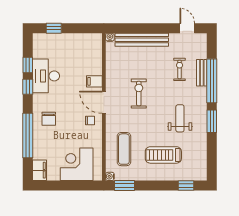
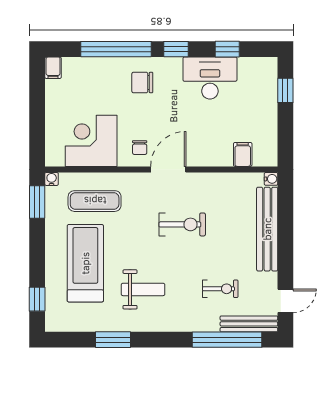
bench: (202, 73) -> (249, 324), moved, width x1.36
filing cabinet: (94, 81) -> (243, 154), moved
window: (212, 81) -> (227, 340), moved
window: (28, 87) -> (176, 49), moved
window: (212, 121) -> (113, 340), moved
treadmill: (163, 155) -> (85, 263), width x1.37, depth x1.38
corner desk: (77, 164) -> (91, 141), moved, turned -90
filing cabinet: (39, 170) -> (53, 68), width x0.50

